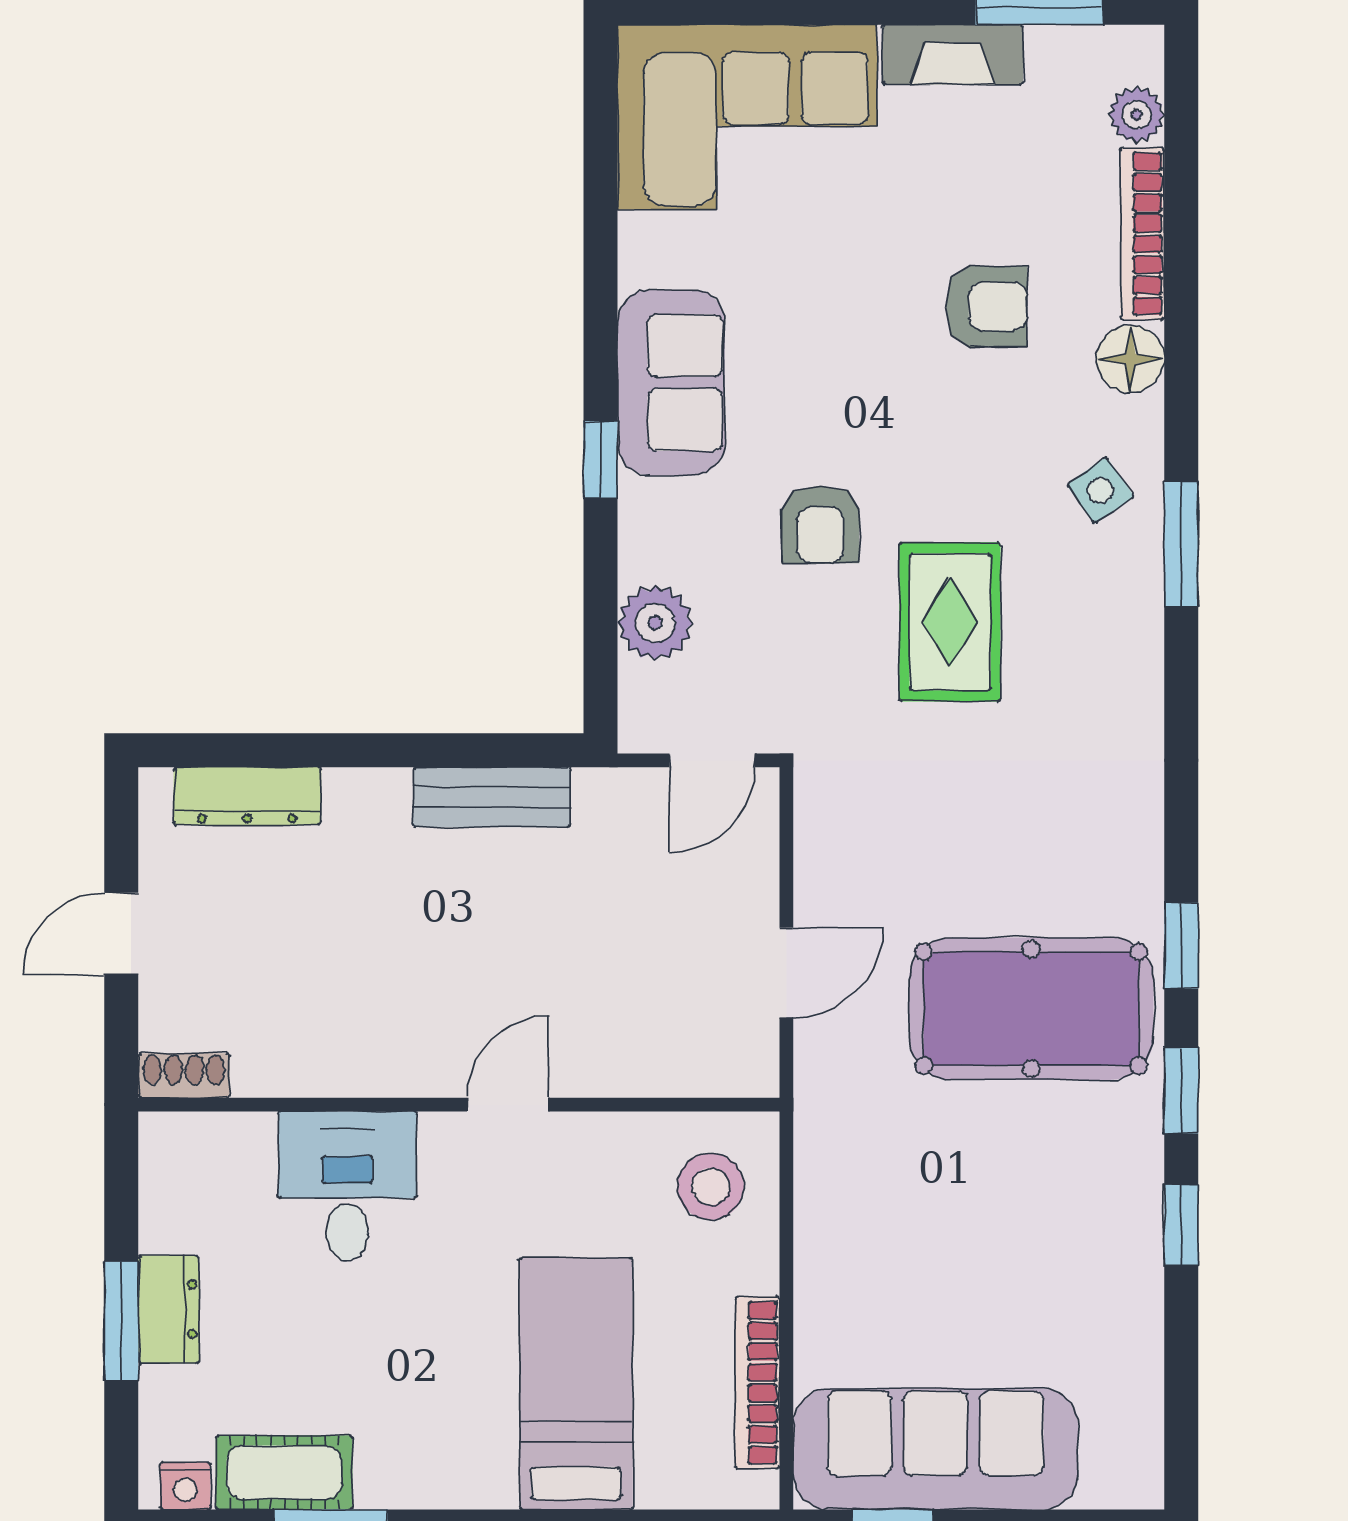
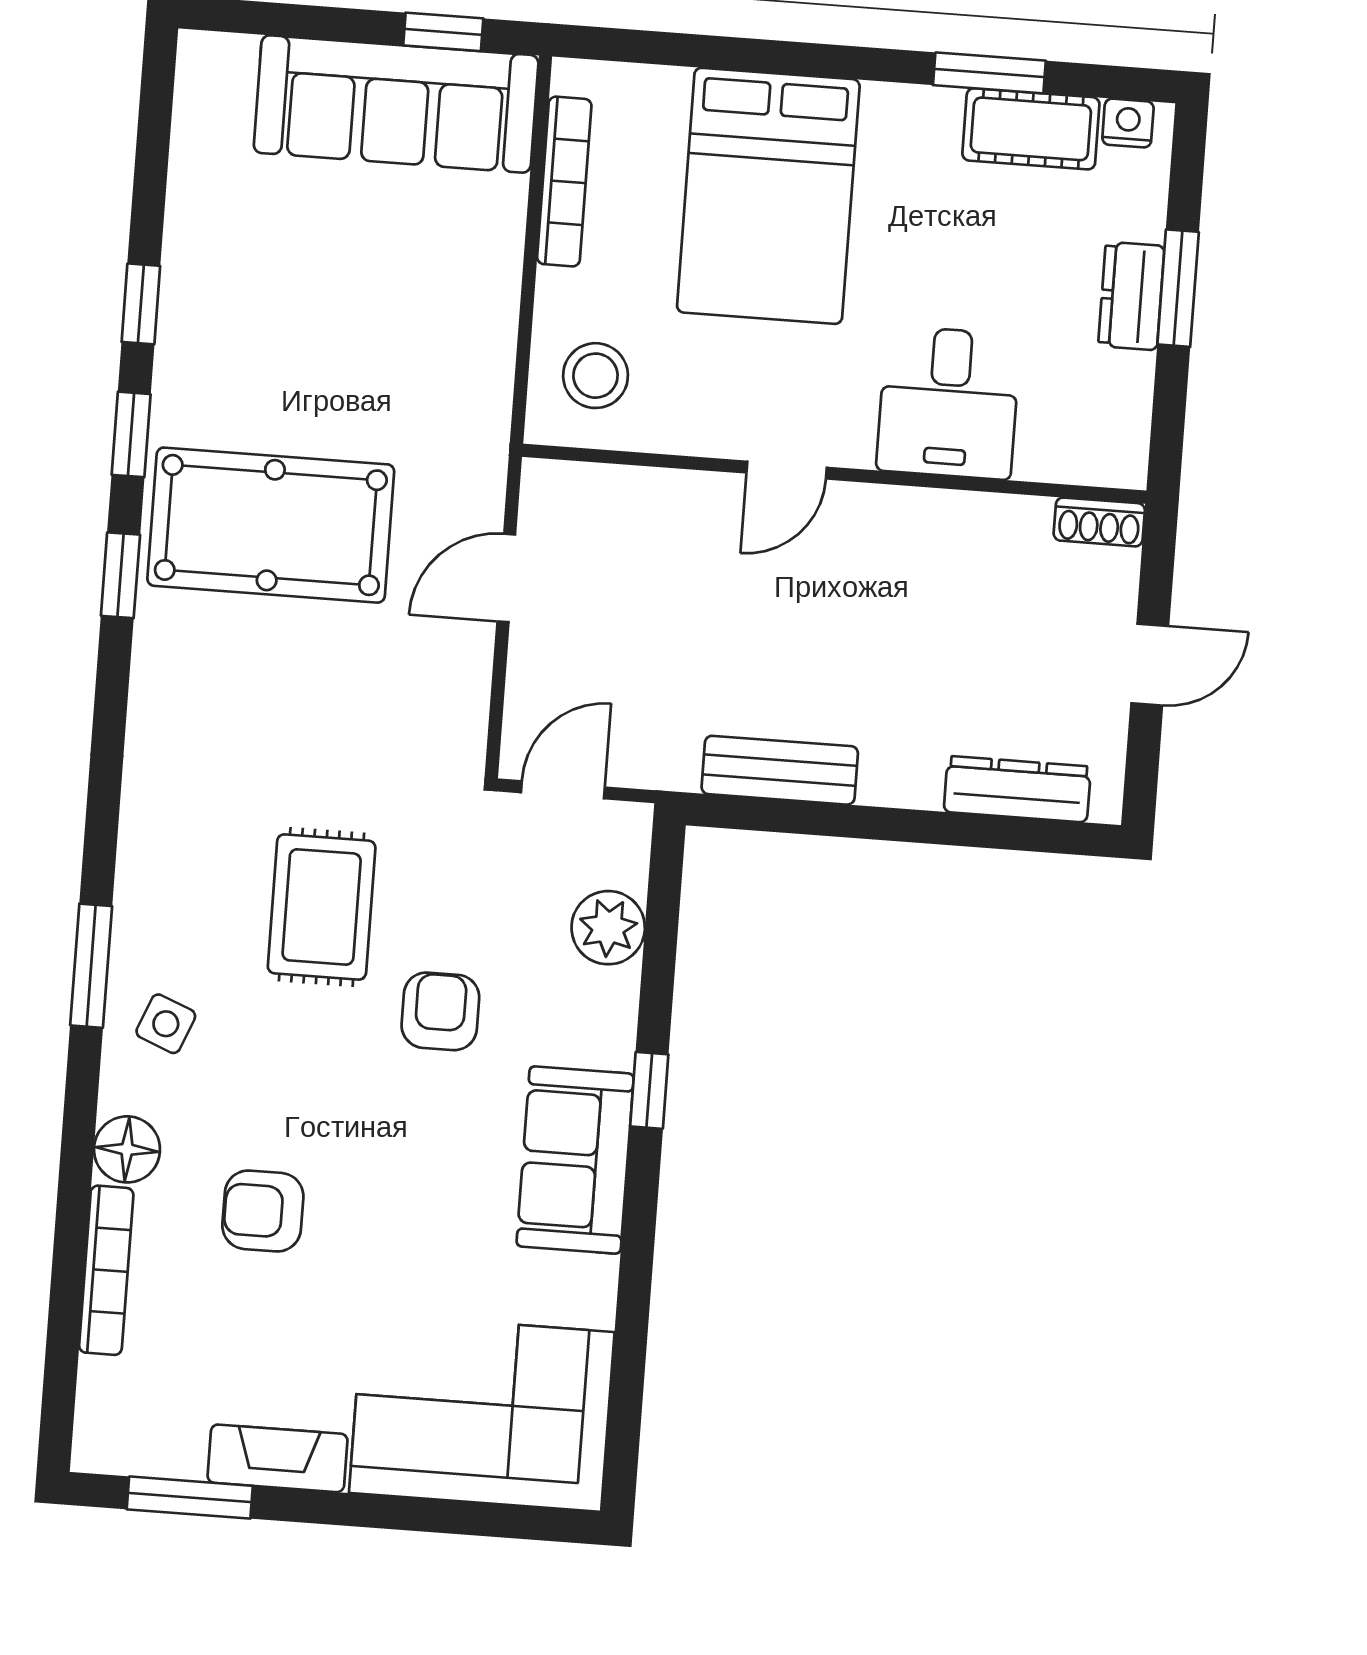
plant: (1137, 115) -> (103, 1386), removed
side table: (1100, 491) -> (166, 1024), turned -33
bed: (576, 1384) -> (768, 196), width x1.50

